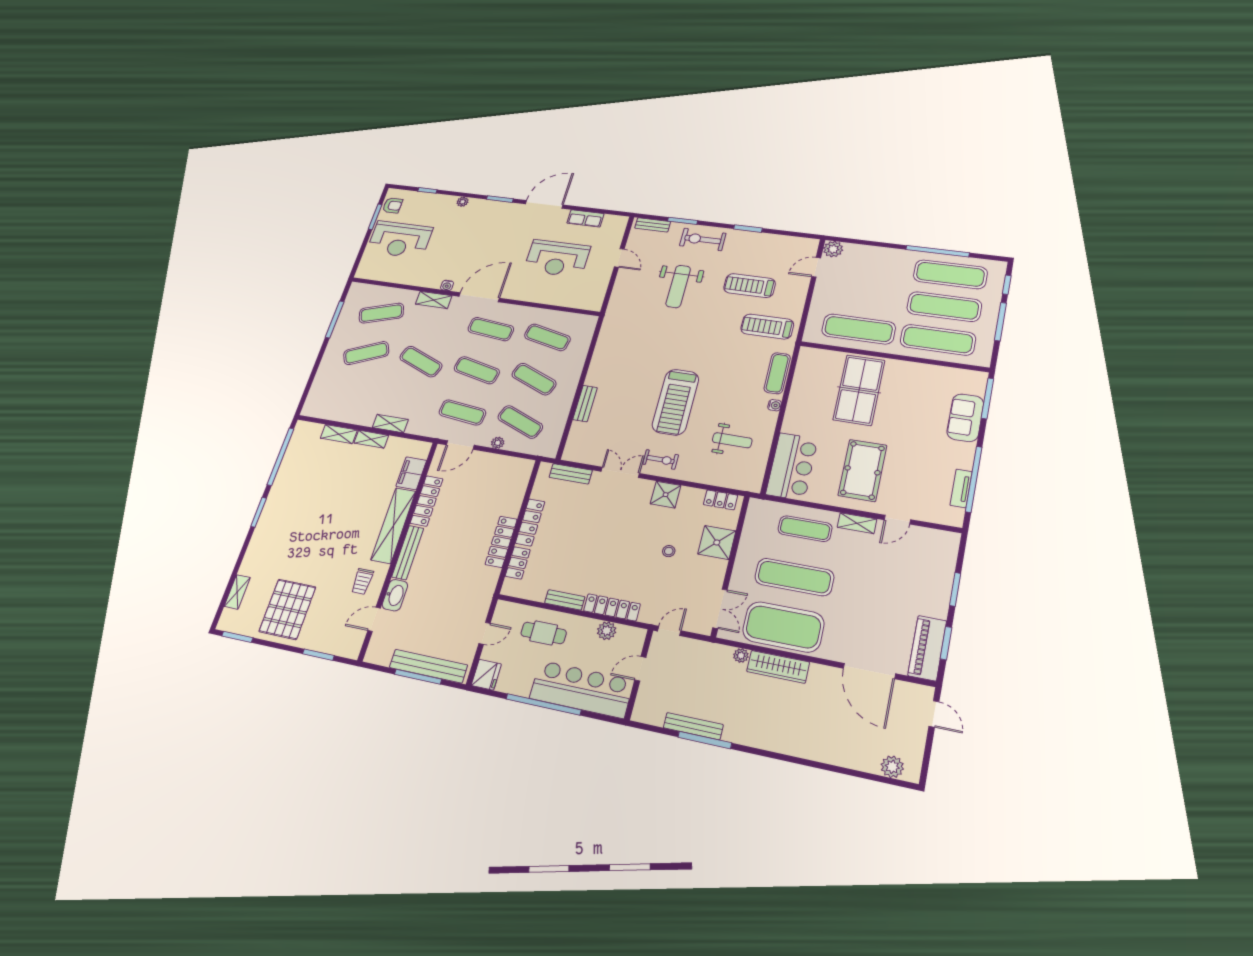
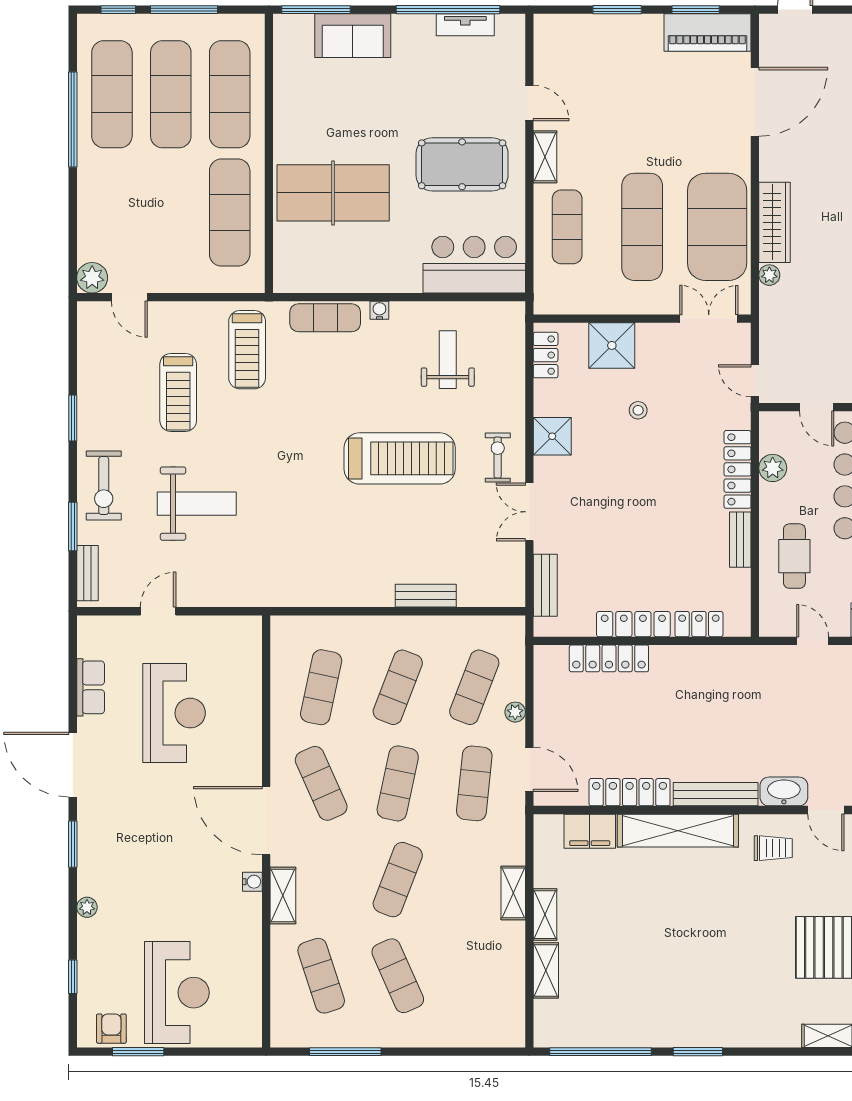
exercise mat: (491, 329) -> (321, 783), turned -30
locker: (501, 542) -> (609, 658), moved

